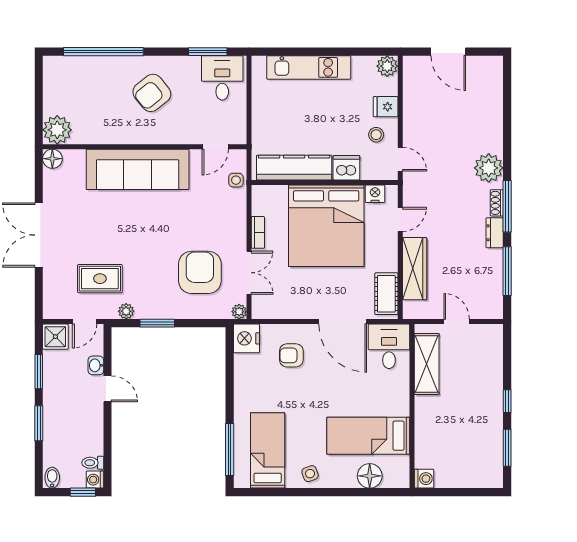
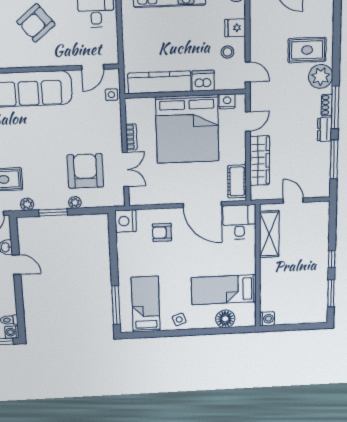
rug: (472, 136) -> (307, 50), added
plant: (239, 312) -> (75, 203), moved

